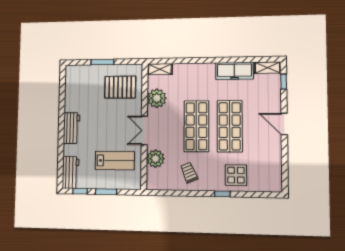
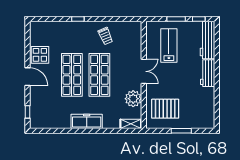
shelving: (268, 68) -> (40, 124), removed
freezer: (234, 71) -> (87, 121), moved
plant: (155, 159) -> (134, 47), removed
lab bench: (115, 161) -> (169, 45), turned 90
workbench: (71, 172) -> (208, 40), width x1.38
display table: (236, 175) -> (40, 55), moved

